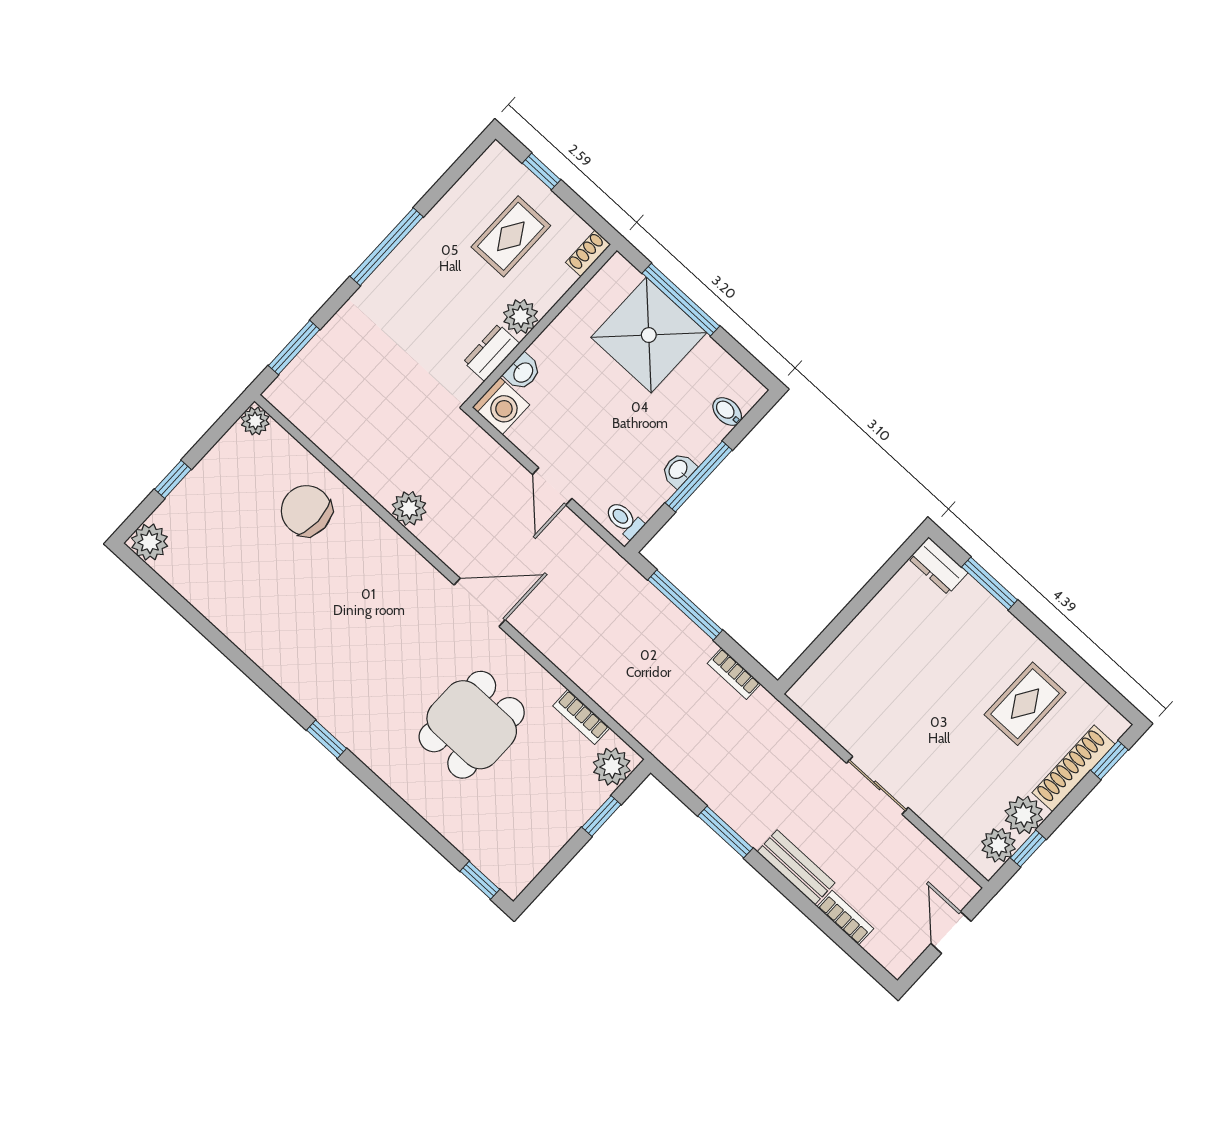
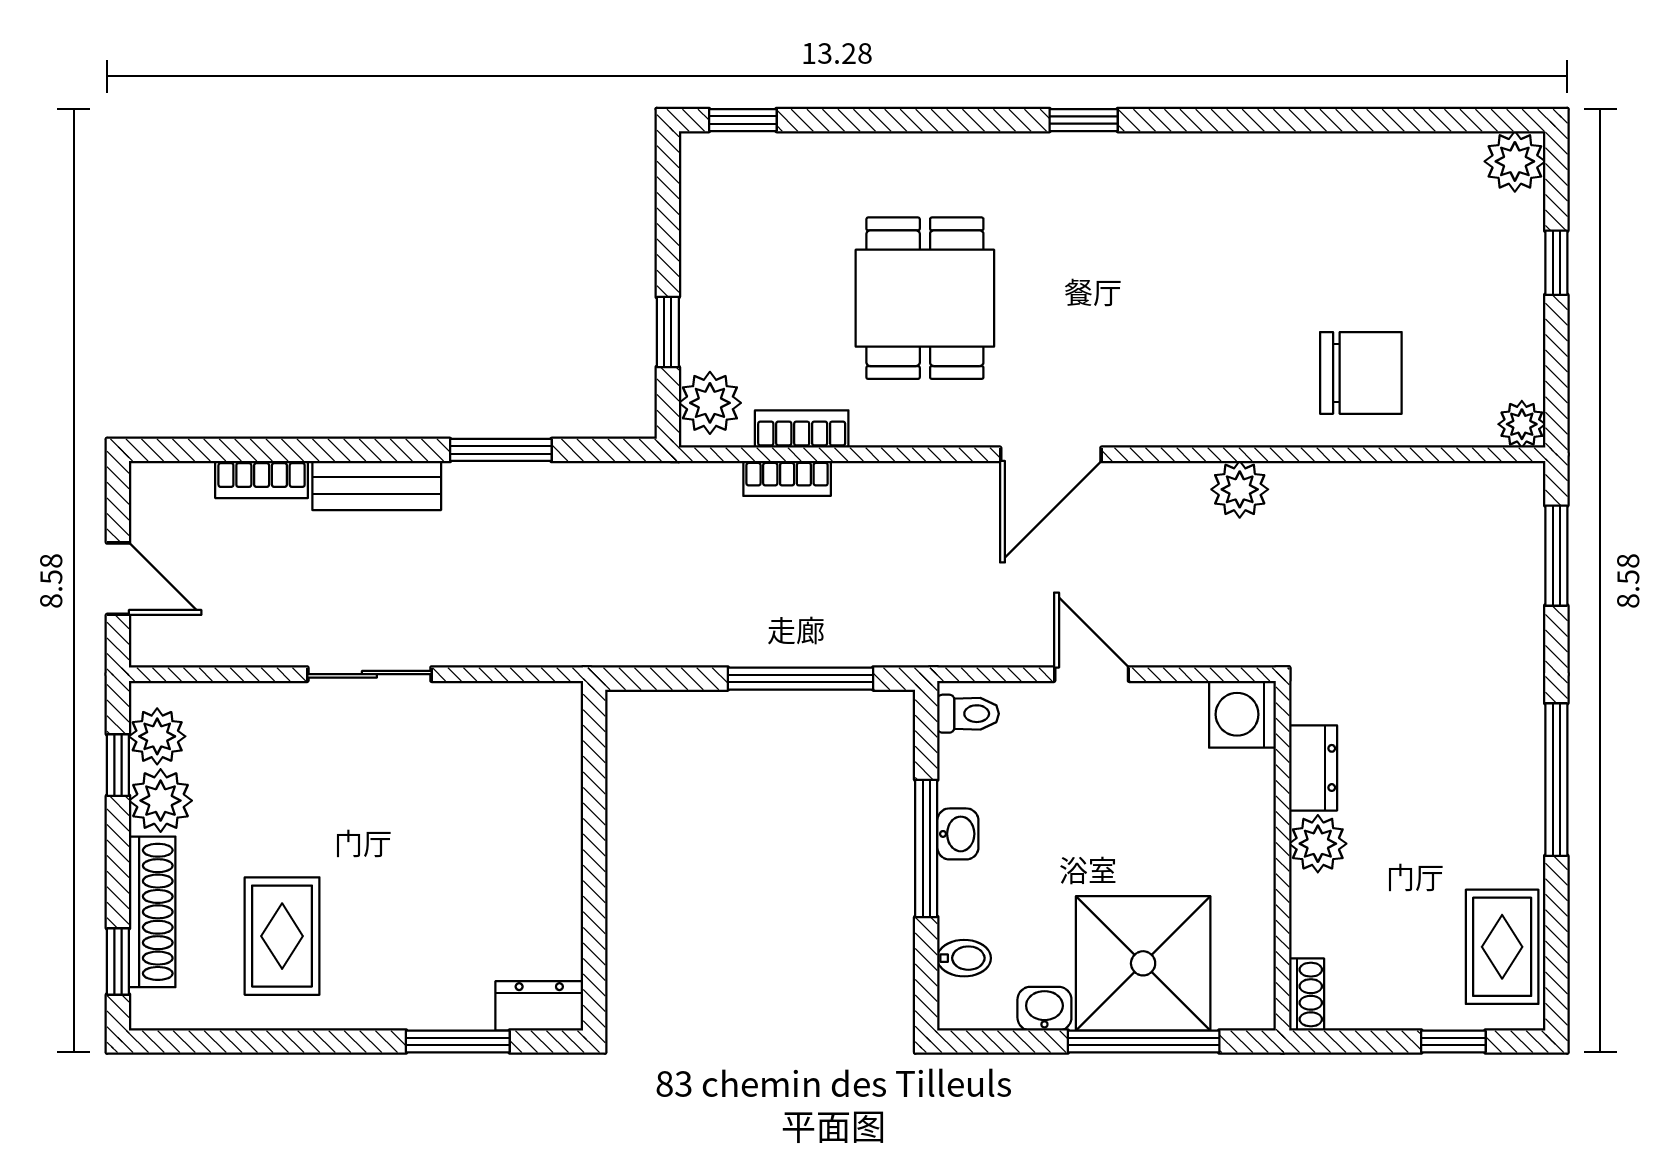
rug: (511, 236) -> (1502, 947), moved
washbasin: (523, 372) -> (1044, 1009), moved, turned 90
bookcase: (734, 674) -> (787, 478), moved, turned 180

